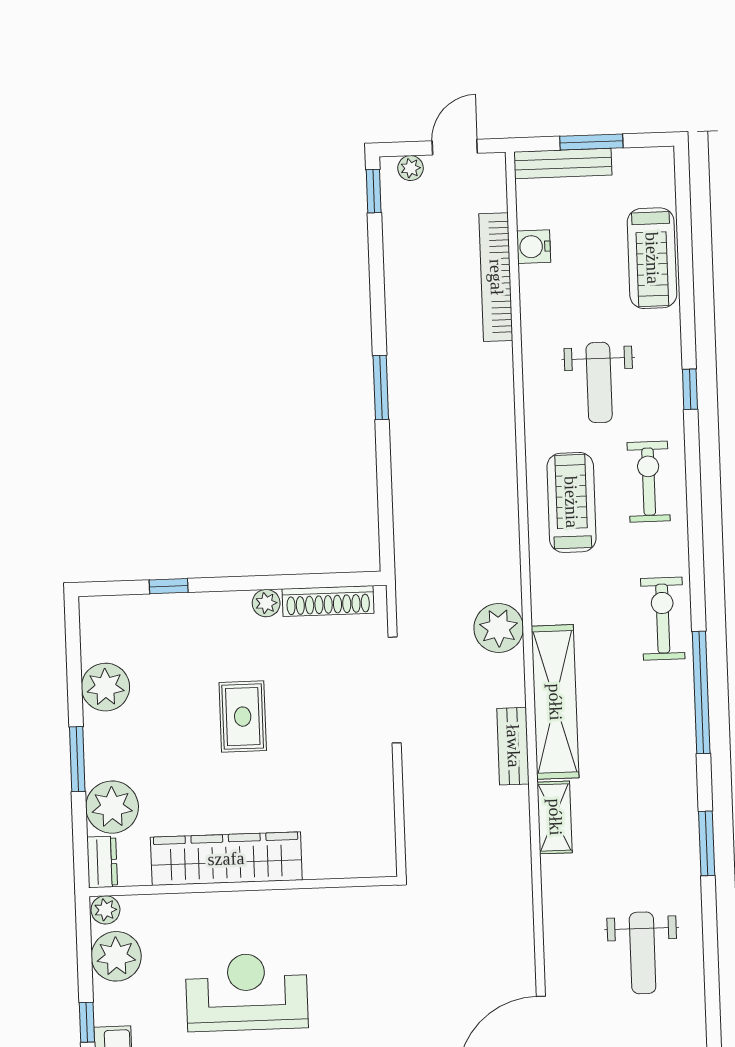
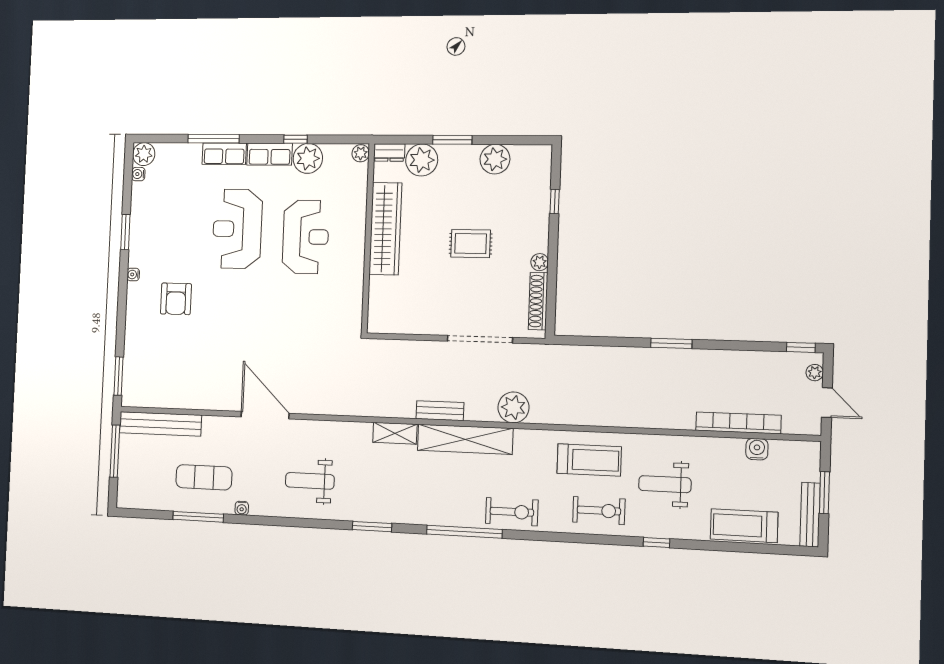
bench: (563, 163) -> (810, 515), moved
plant: (116, 956) -> (308, 158), moved

